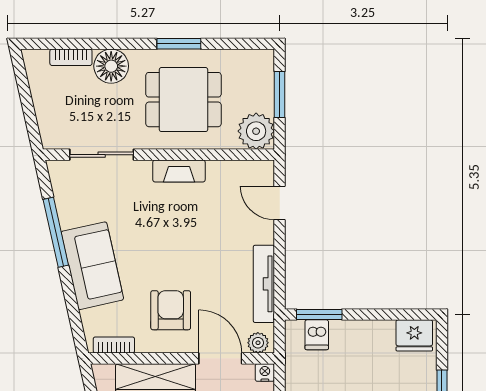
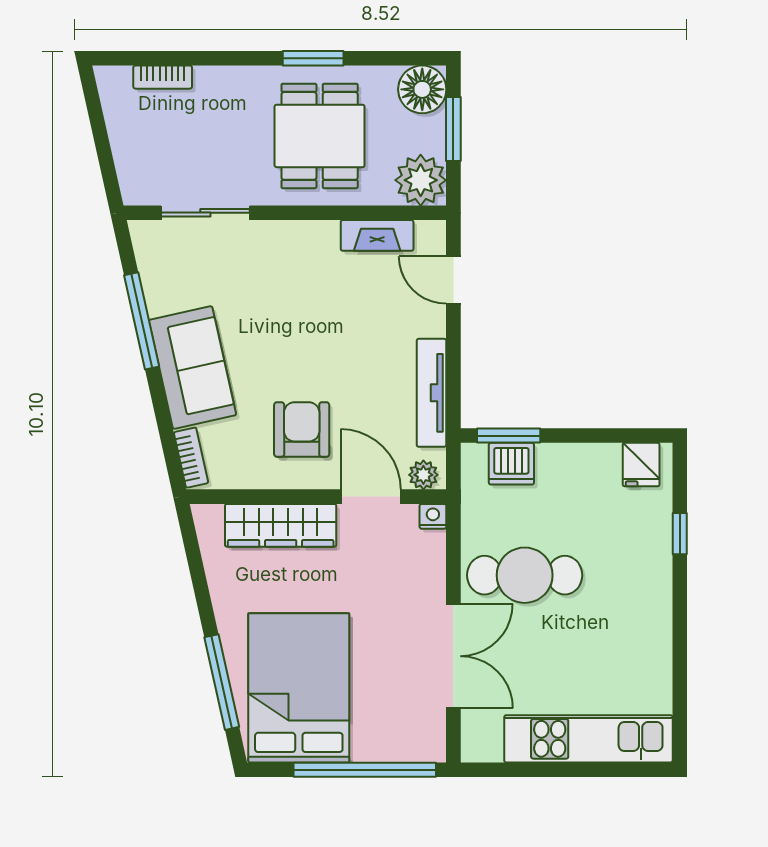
floor lamp: (111, 66) -> (422, 89), moved
dining table: (184, 100) -> (320, 136), turned 90
fireplace: (179, 171) -> (377, 235), moved
dishwasher: (317, 335) -> (511, 464), width x1.38
fridge: (414, 335) -> (641, 465), width x0.72
bookcase: (114, 345) -> (191, 458), moved, turned 77

